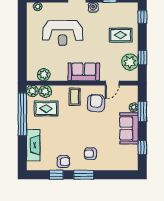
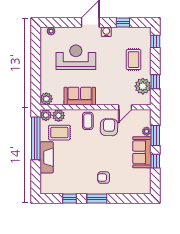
reception desk: (63, 33) -> (76, 57), turned 180
rug: (121, 35) -> (134, 60), turned 90
sofa: (84, 72) -> (80, 96), moved
plant: (44, 75) -> (46, 99), moved
fireplace: (33, 145) -> (47, 157), moved
window: (142, 148) -> (155, 161), moved
armchair: (63, 162) -> (77, 185), removed

